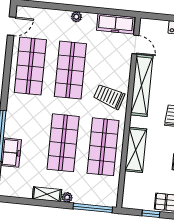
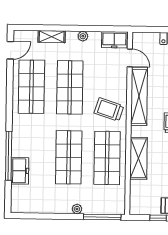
plant: (76, 17) -> (83, 36), moved
freezer: (116, 24) -> (114, 40), width x0.71
shelving: (47, 194) -> (52, 37), moved

